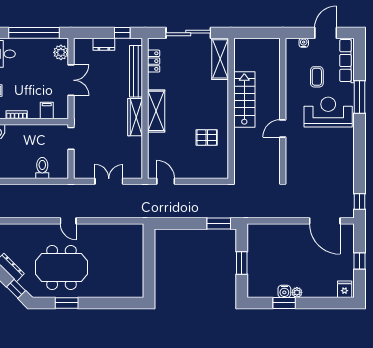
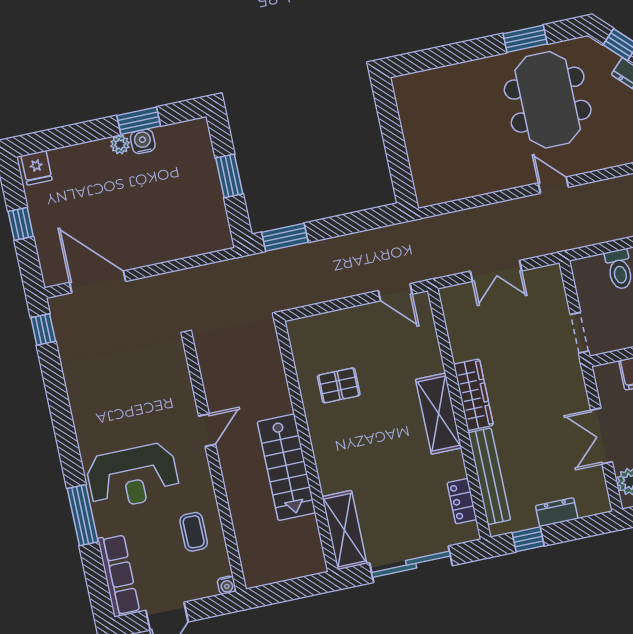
water cooler: (304, 43) -> (227, 585), moved
coffee table: (317, 77) -> (194, 532), moved
meeting table: (61, 268) -> (548, 100), turned 90

